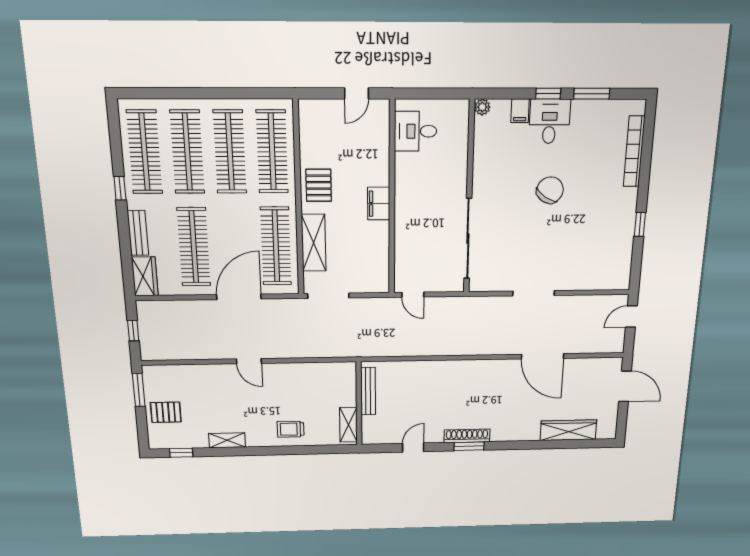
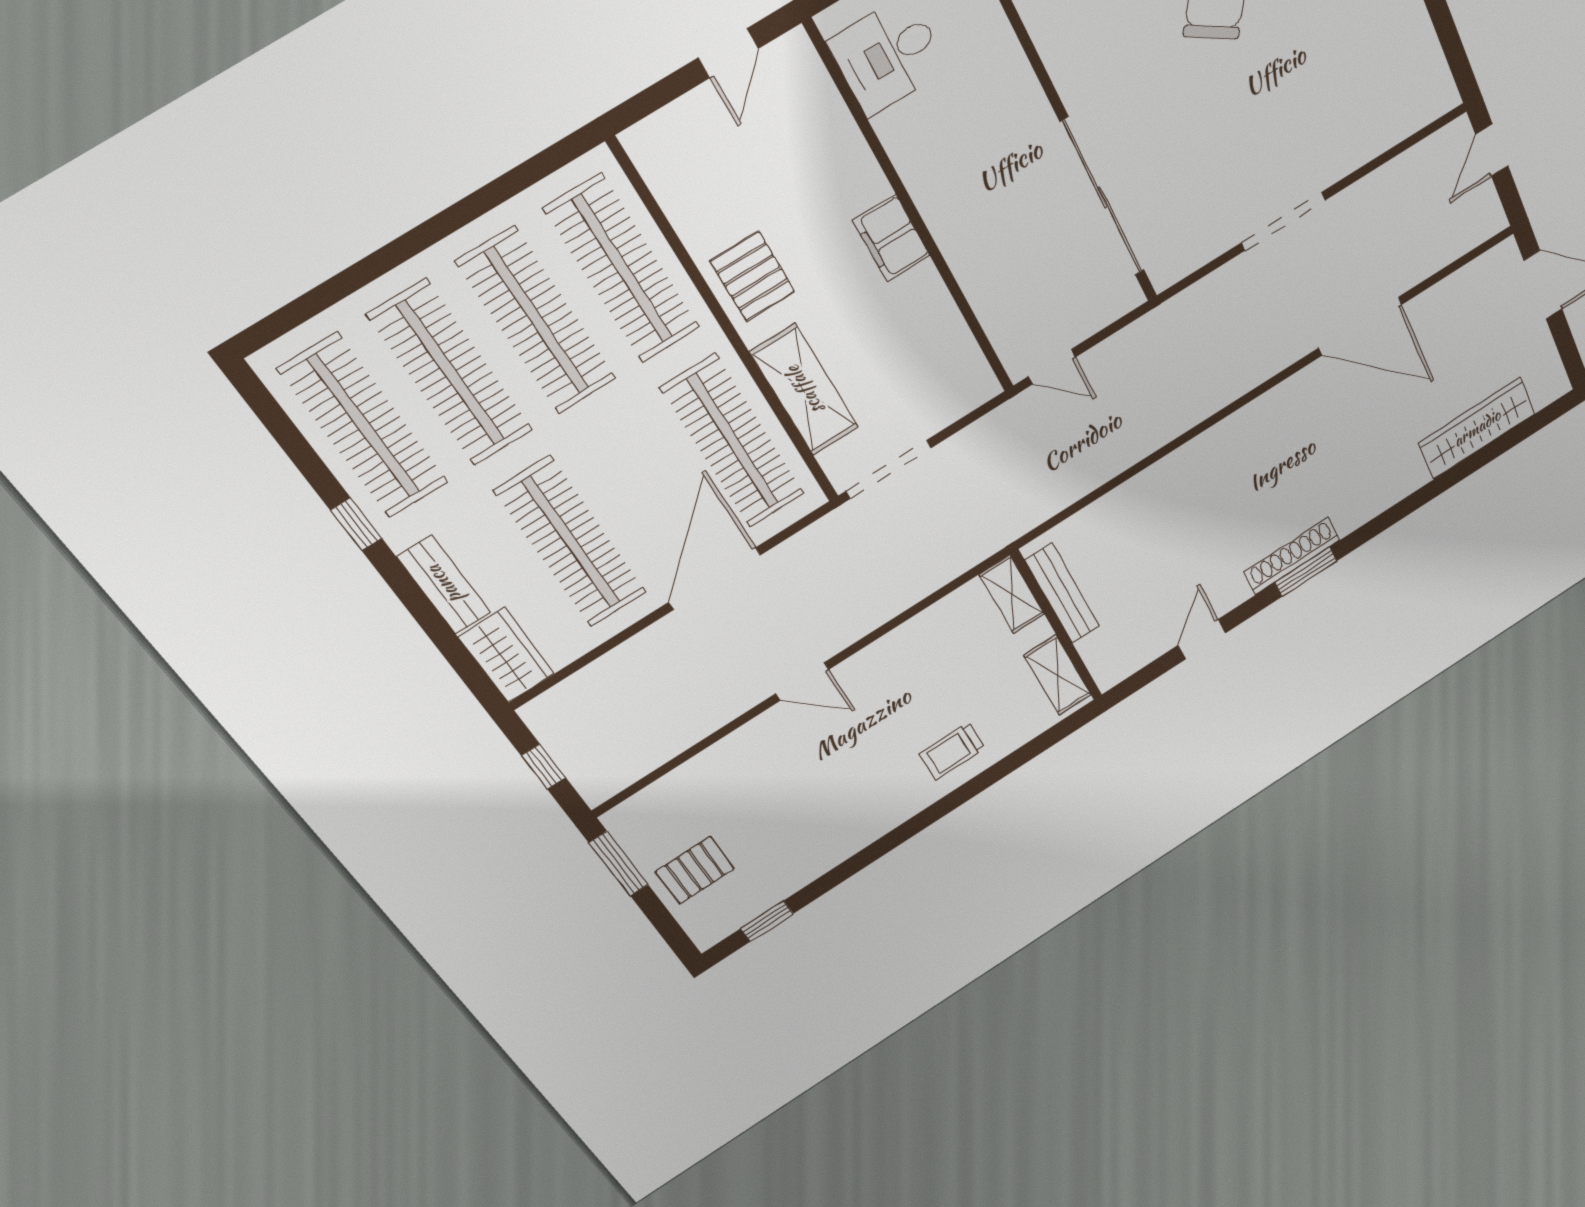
shelving: (227, 440) -> (1012, 594), moved, turned 90

